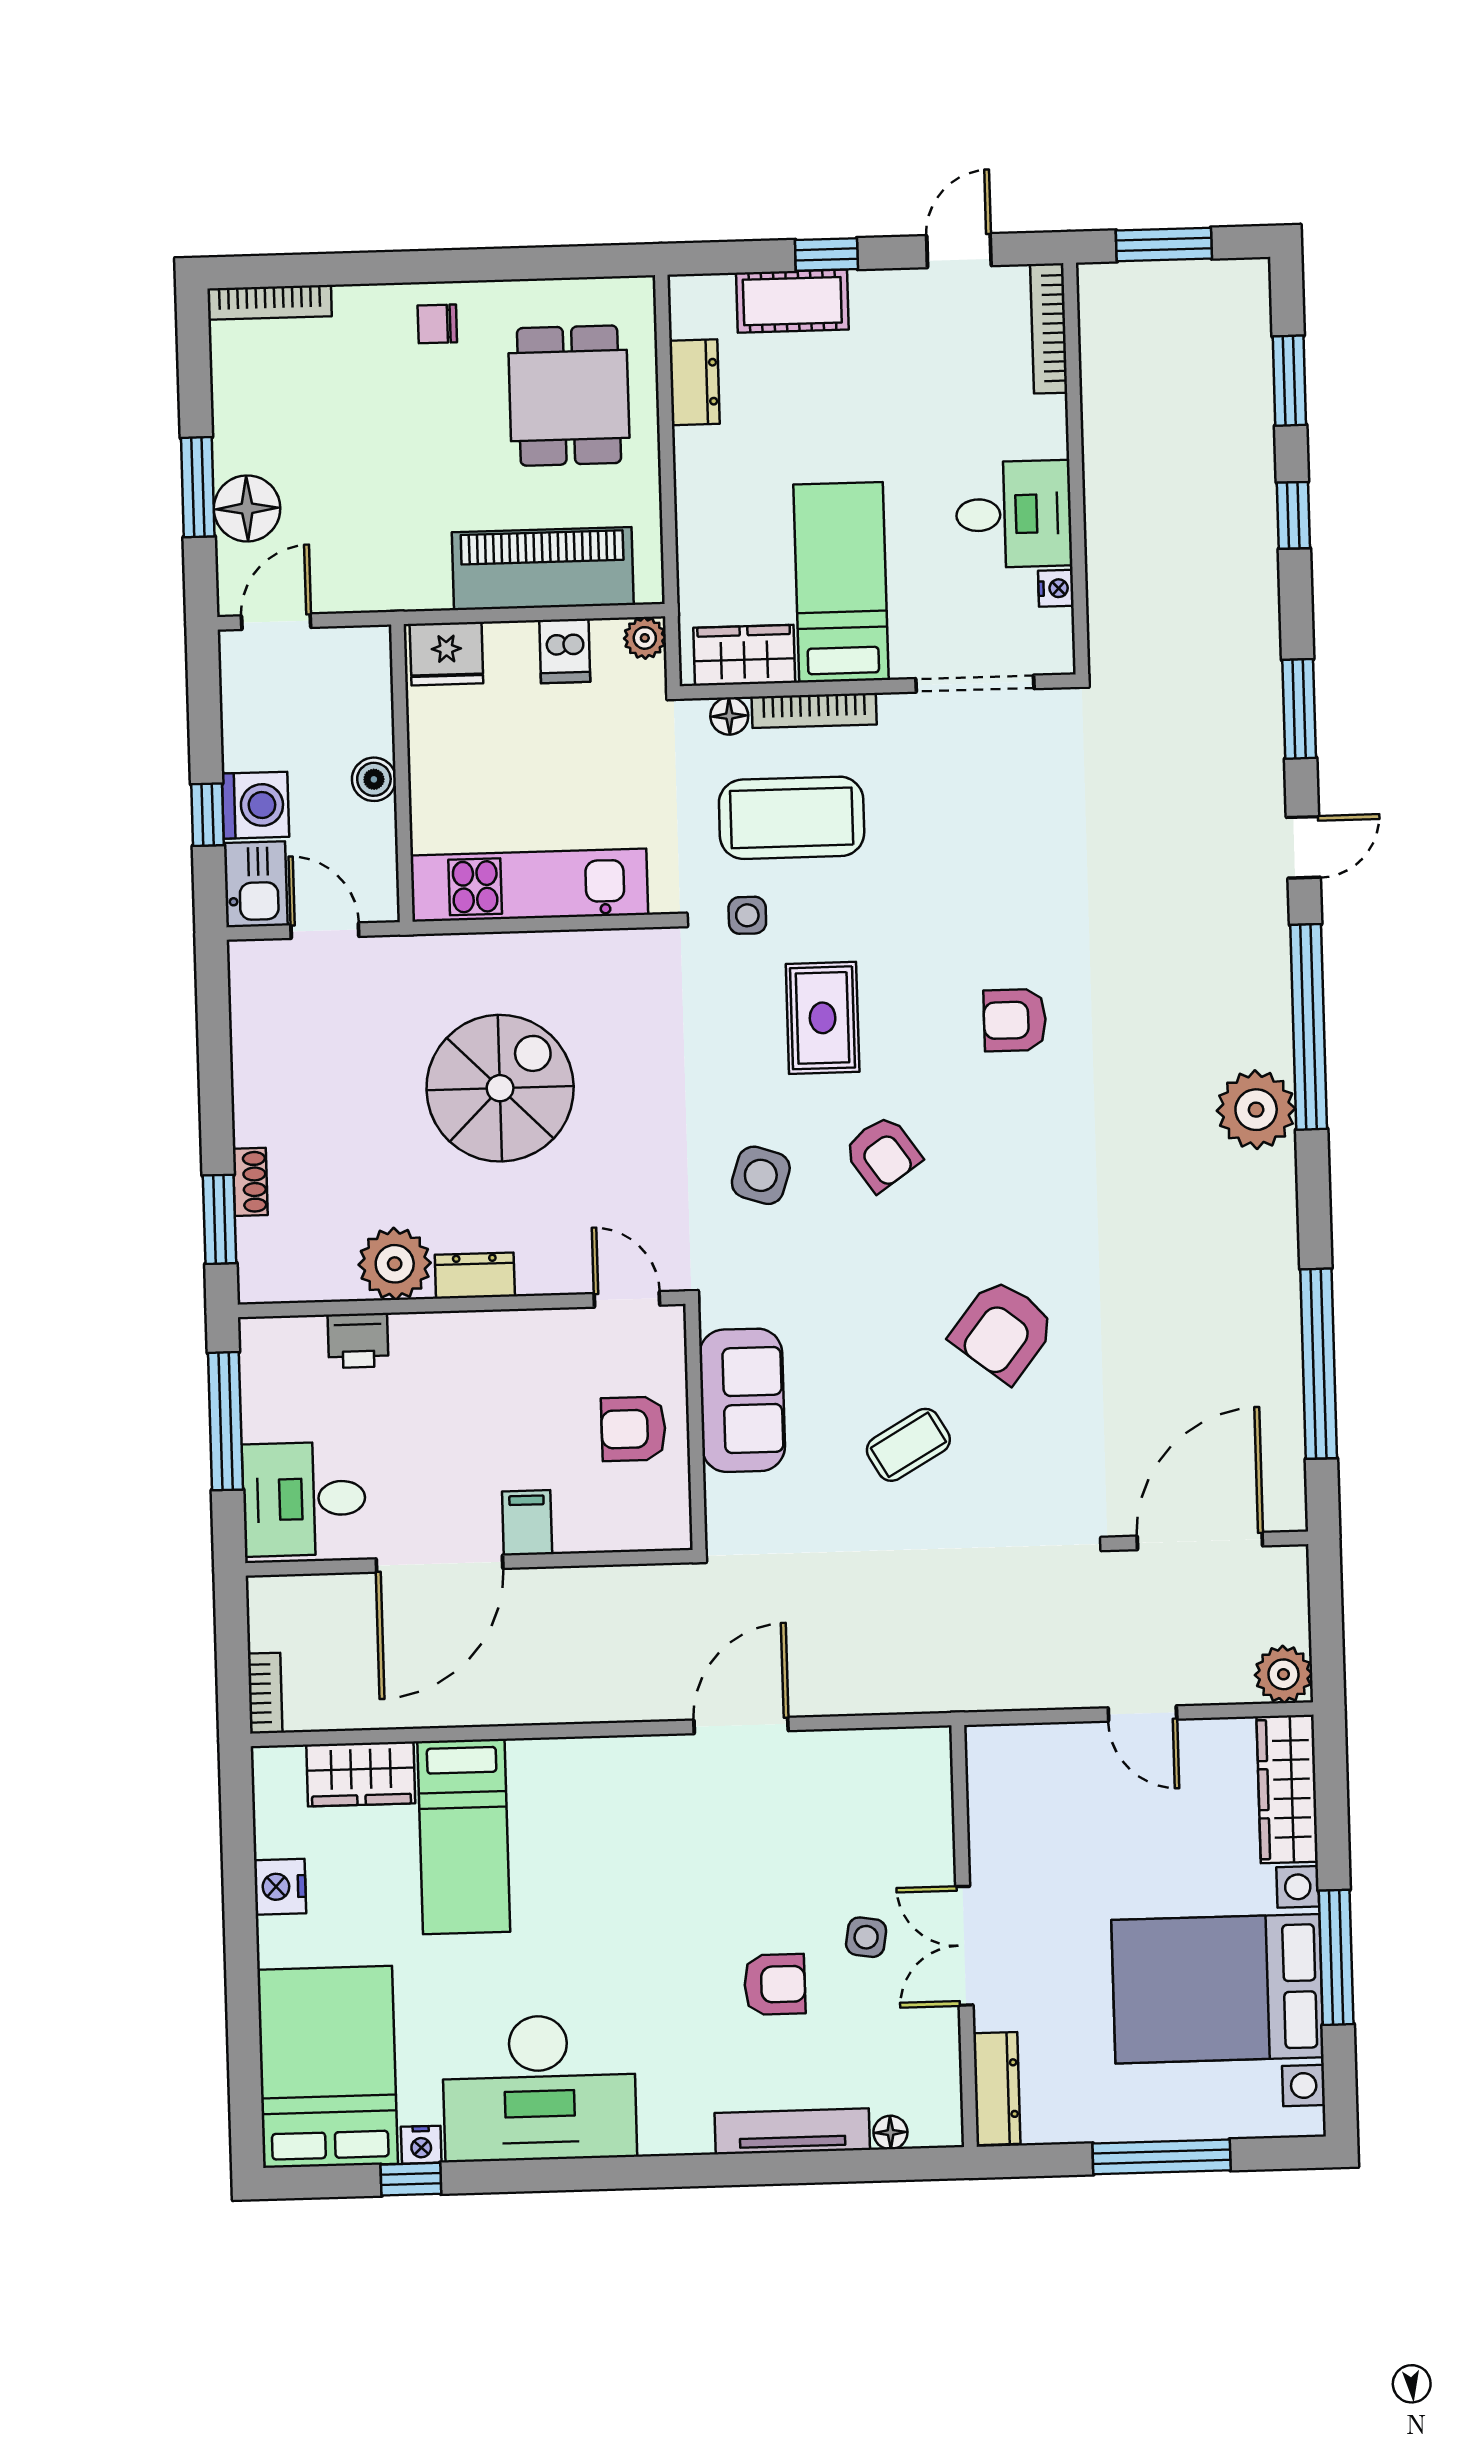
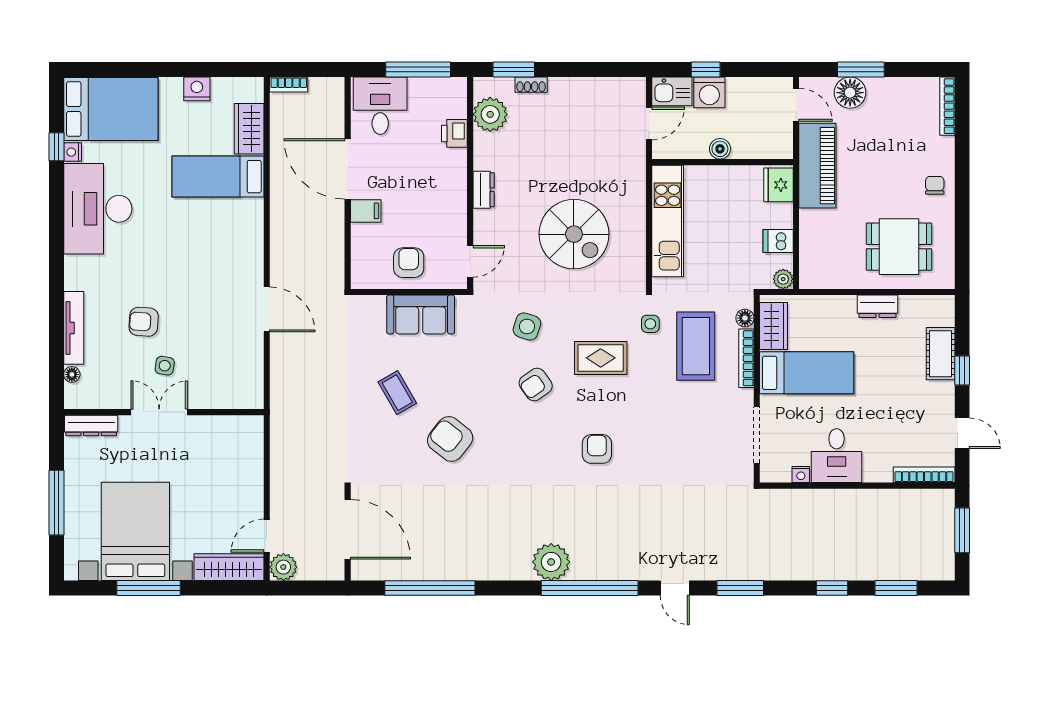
dresser: (694, 382) -> (877, 306), moved
piano: (543, 568) -> (817, 166), moved
spiral stairs: (500, 1088) -> (574, 234), moved
plant: (395, 1264) -> (490, 114), moved
door: (1142, 1713) -> (267, 536), moved
armchair: (775, 1984) -> (144, 322), turned 94

